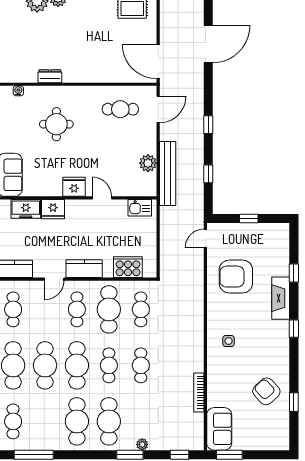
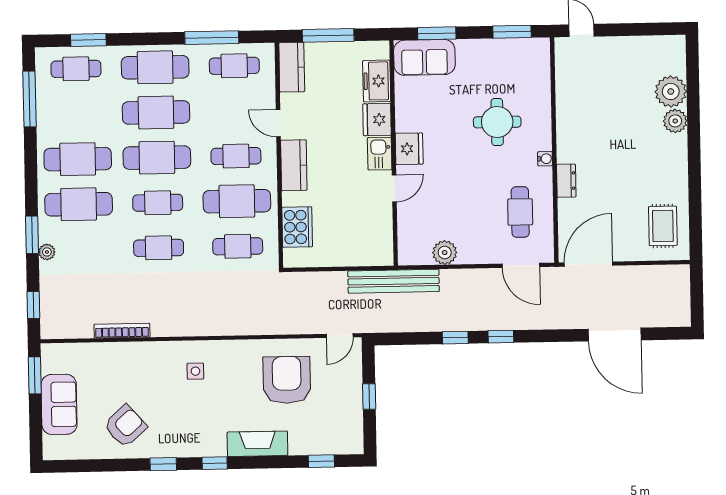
dresser: (50, 76) -> (566, 181), moved
water cooler: (18, 91) -> (545, 159), moved
bench: (168, 174) -> (394, 281), moved
window: (208, 174) -> (455, 338), moved
kitchen sink: (140, 208) -> (380, 154), moved
door: (205, 238) -> (340, 336), swing flipped
window: (294, 273) -> (321, 461), moved
window: (294, 402) -> (163, 464), moved
sofa: (219, 429) -> (59, 404), moved, turned -90

